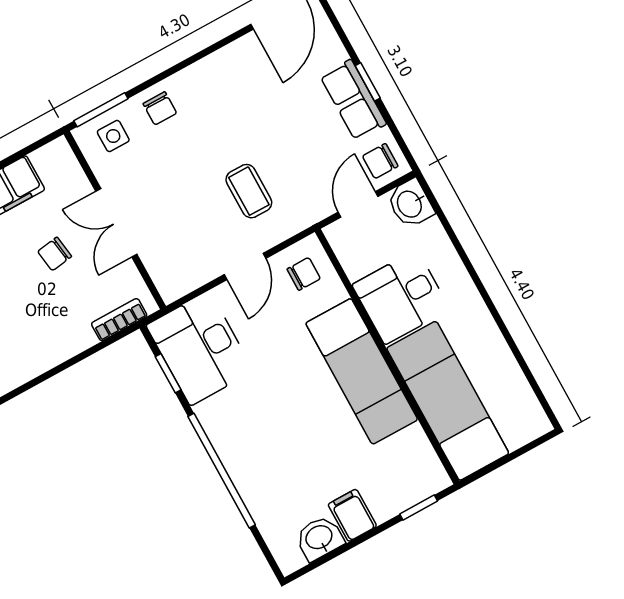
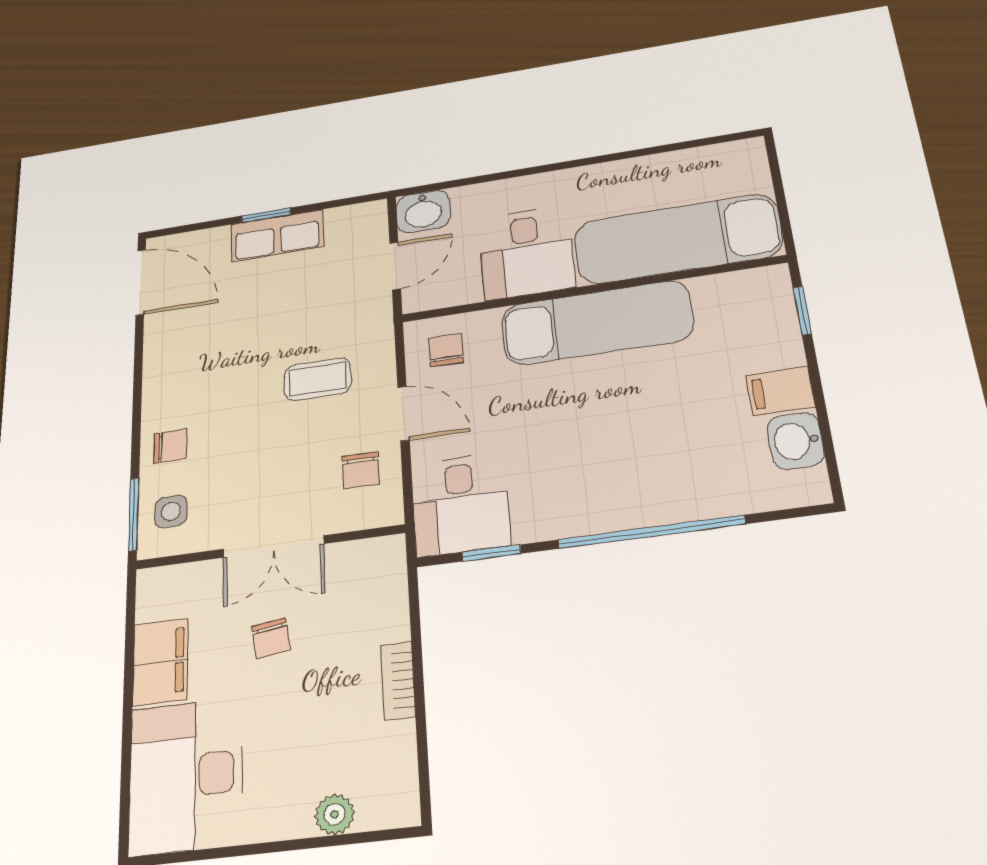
chair: (380, 161) -> (361, 470), moved
door: (358, 204) -> (395, 266), swing flipped
bookcase: (119, 320) -> (398, 681), moved
desk: (200, 348) -> (460, 504), width x0.73

